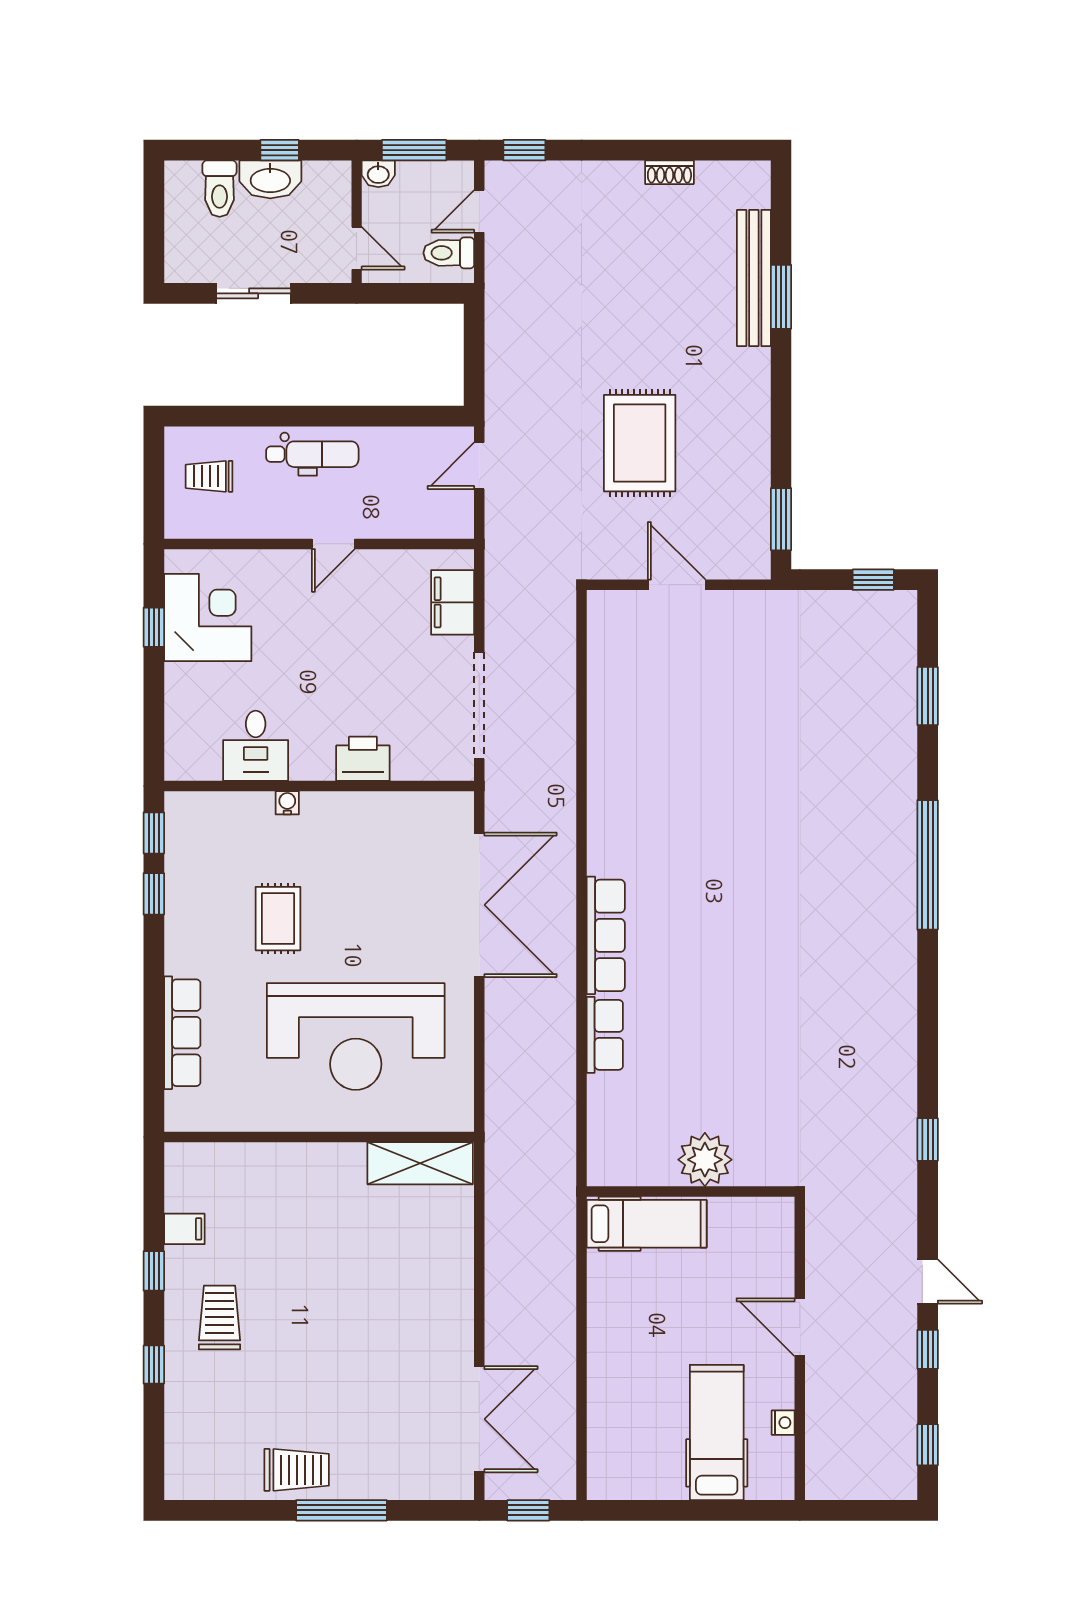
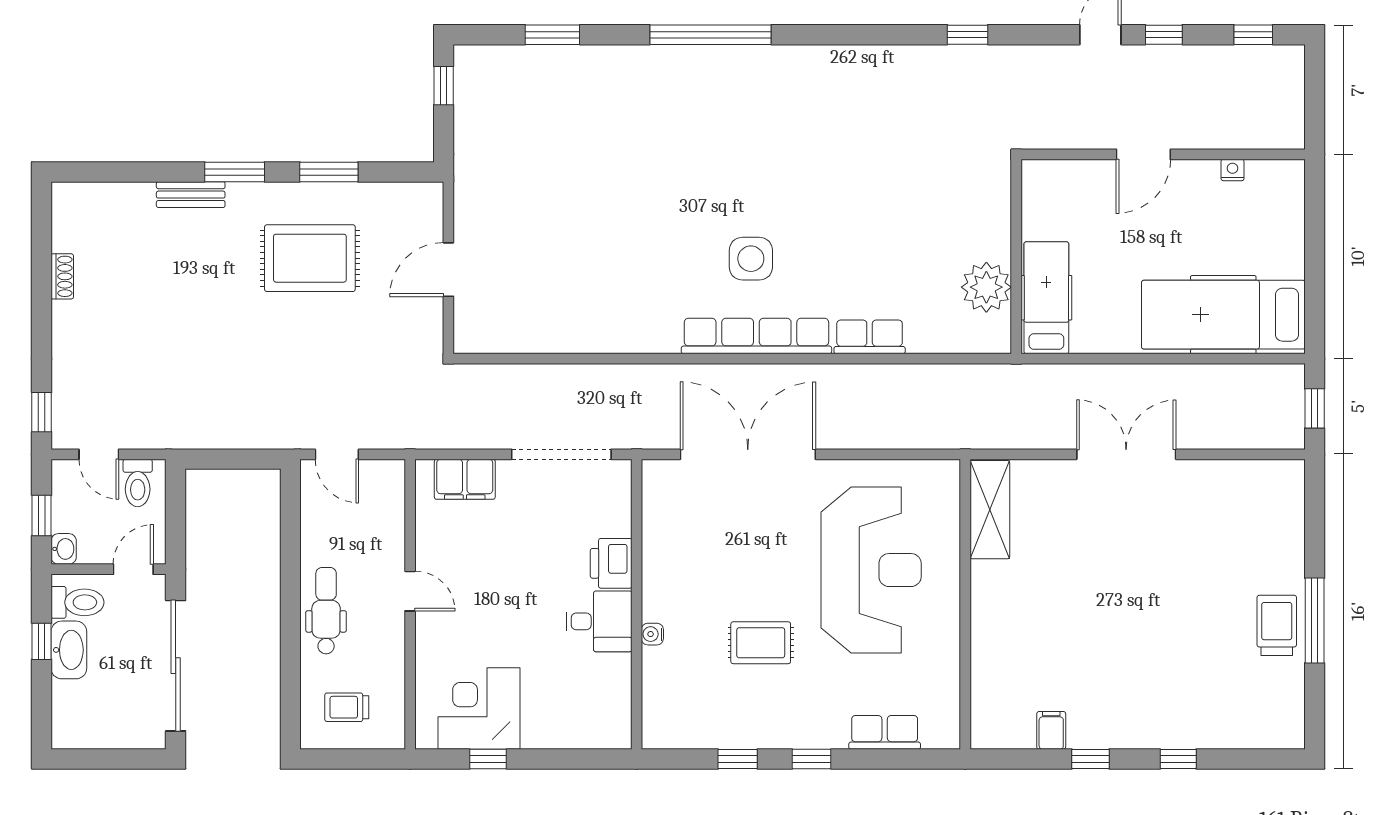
window: (414, 150) -> (42, 515), width x0.67
toilet: (220, 189) -> (78, 602), moved
bench: (754, 278) -> (191, 195), width x0.54, depth x0.82
sliding door: (254, 293) -> (176, 666), width x1.86
window: (781, 297) -> (235, 172), moved
rug: (640, 443) -> (310, 258), moved
trolley: (209, 476) -> (347, 707), turned 90
window: (781, 519) -> (329, 172), moved
desk: (256, 746) -> (599, 621), moved
window: (154, 833) -> (812, 759), moved
side table: (688, 908) -> (751, 259), added
row of seats: (606, 935) -> (756, 336), width x1.36
row of seats: (182, 1033) -> (885, 732), width x0.68
plant: (705, 1160) -> (986, 287), moved
trolley: (219, 1317) -> (1134, 698), removed
double door: (479, 1419) -> (1126, 454), moved
hospital bed: (717, 1432) -> (1223, 315), moved, width x1.37, depth x1.29
window: (341, 1510) -> (1315, 621), moved

